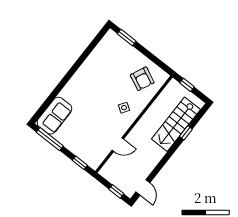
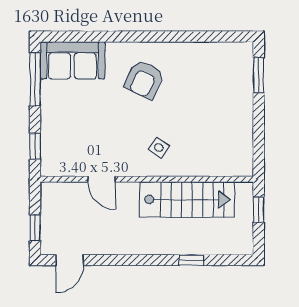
armchair: (142, 79) -> (144, 79), moved
stairs: (176, 124) -> (187, 199), moved, turned 180

